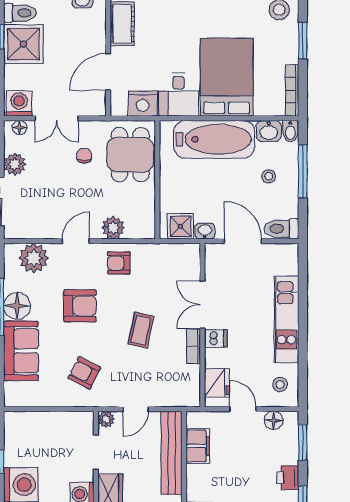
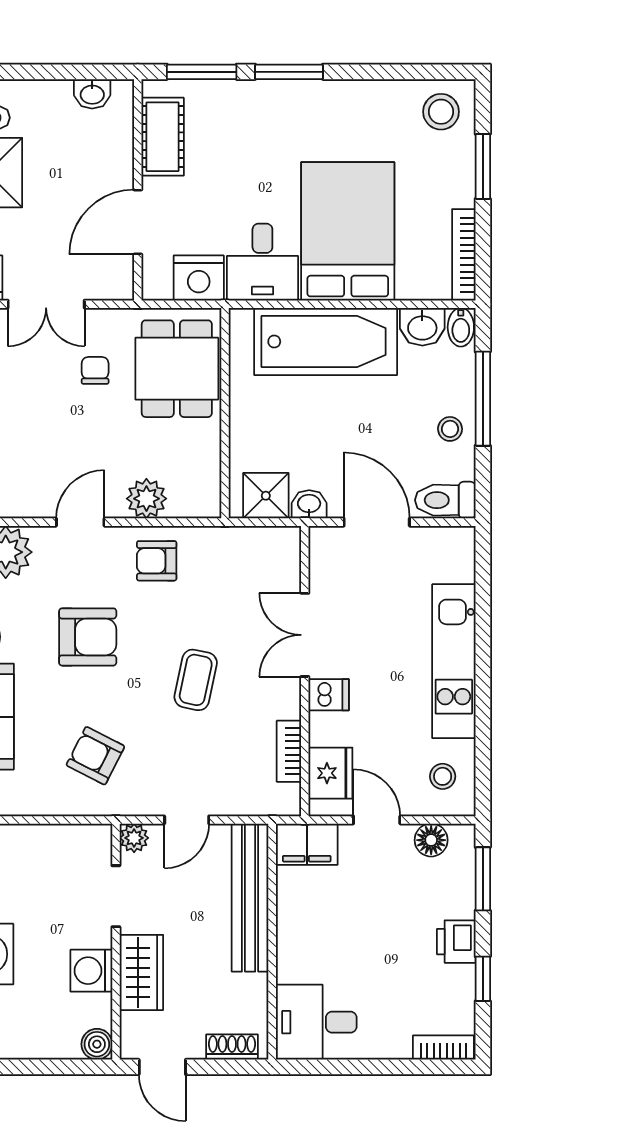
stool: (269, 176) -> (450, 429), moved
bookcase: (193, 346) -> (289, 751), moved
filing cabinet: (198, 446) -> (307, 844), moved, turned 90

